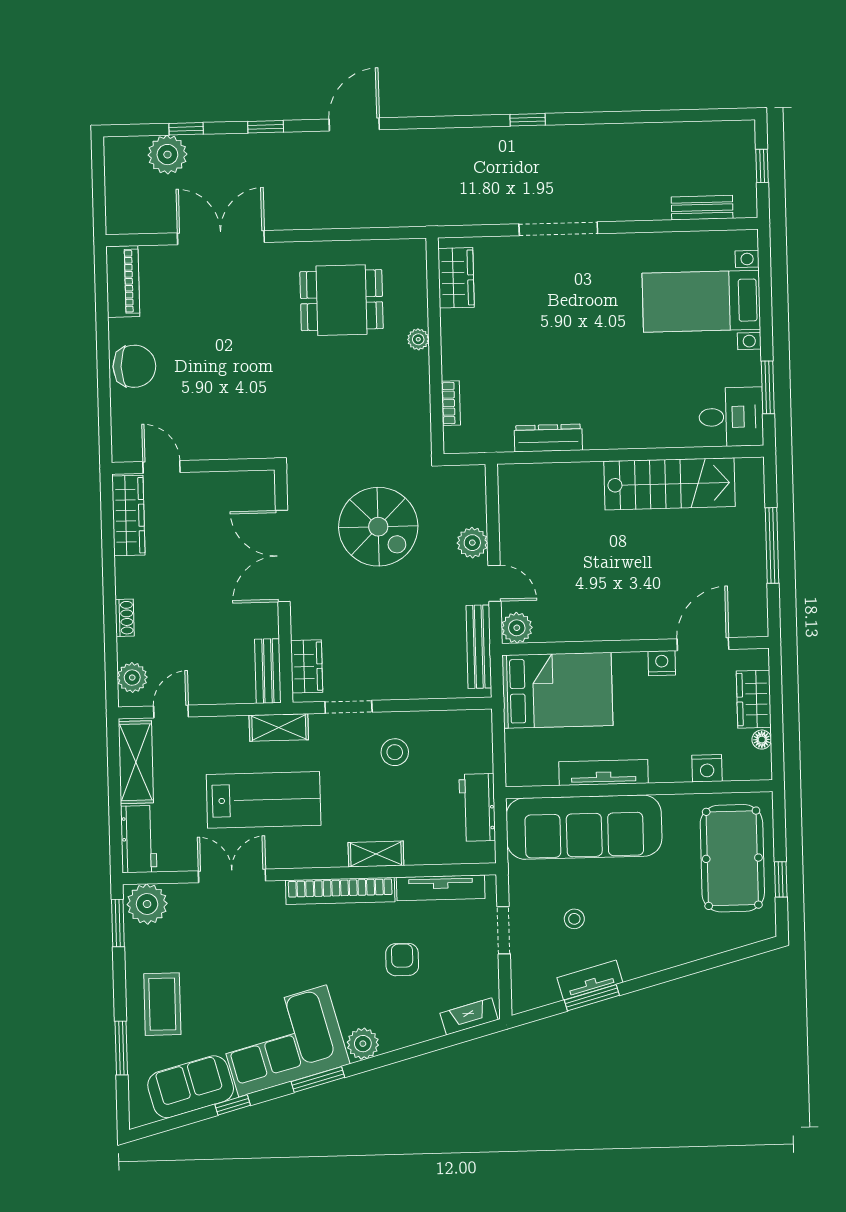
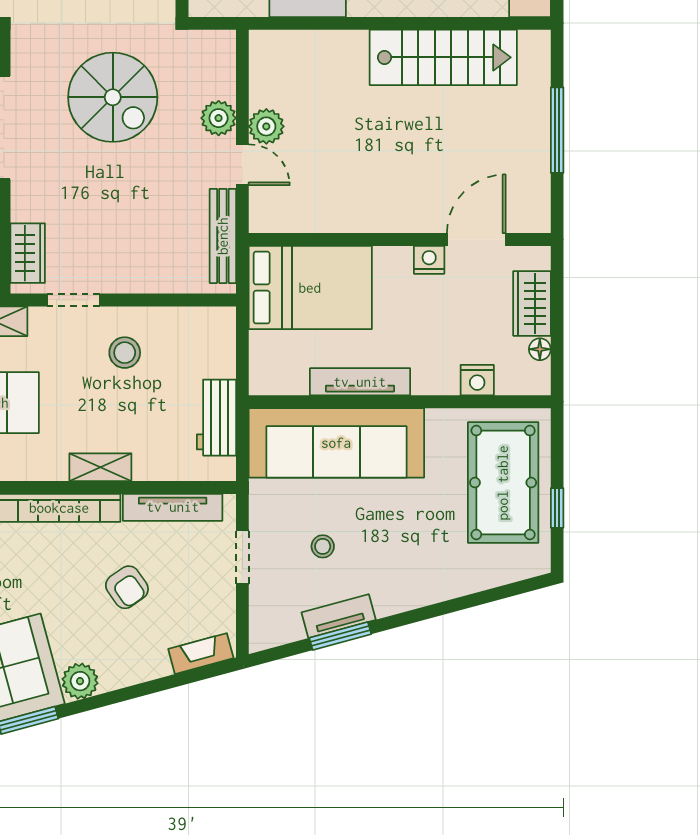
plant: (517, 628) -> (266, 126), moved
armchair: (402, 960) -> (127, 587), turned 145

